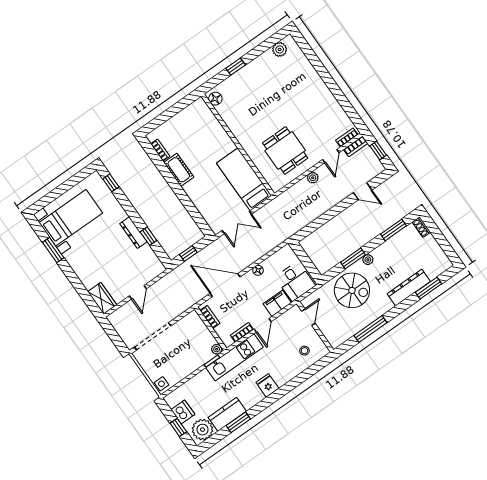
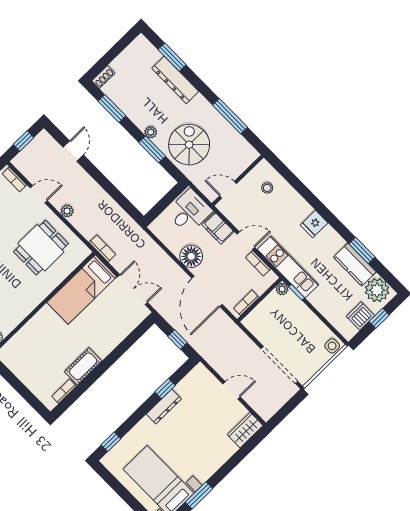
bookcase: (356, 146) -> (102, 248), moved
floor lamp: (258, 270) -> (191, 256), width x1.89, depth x1.89

